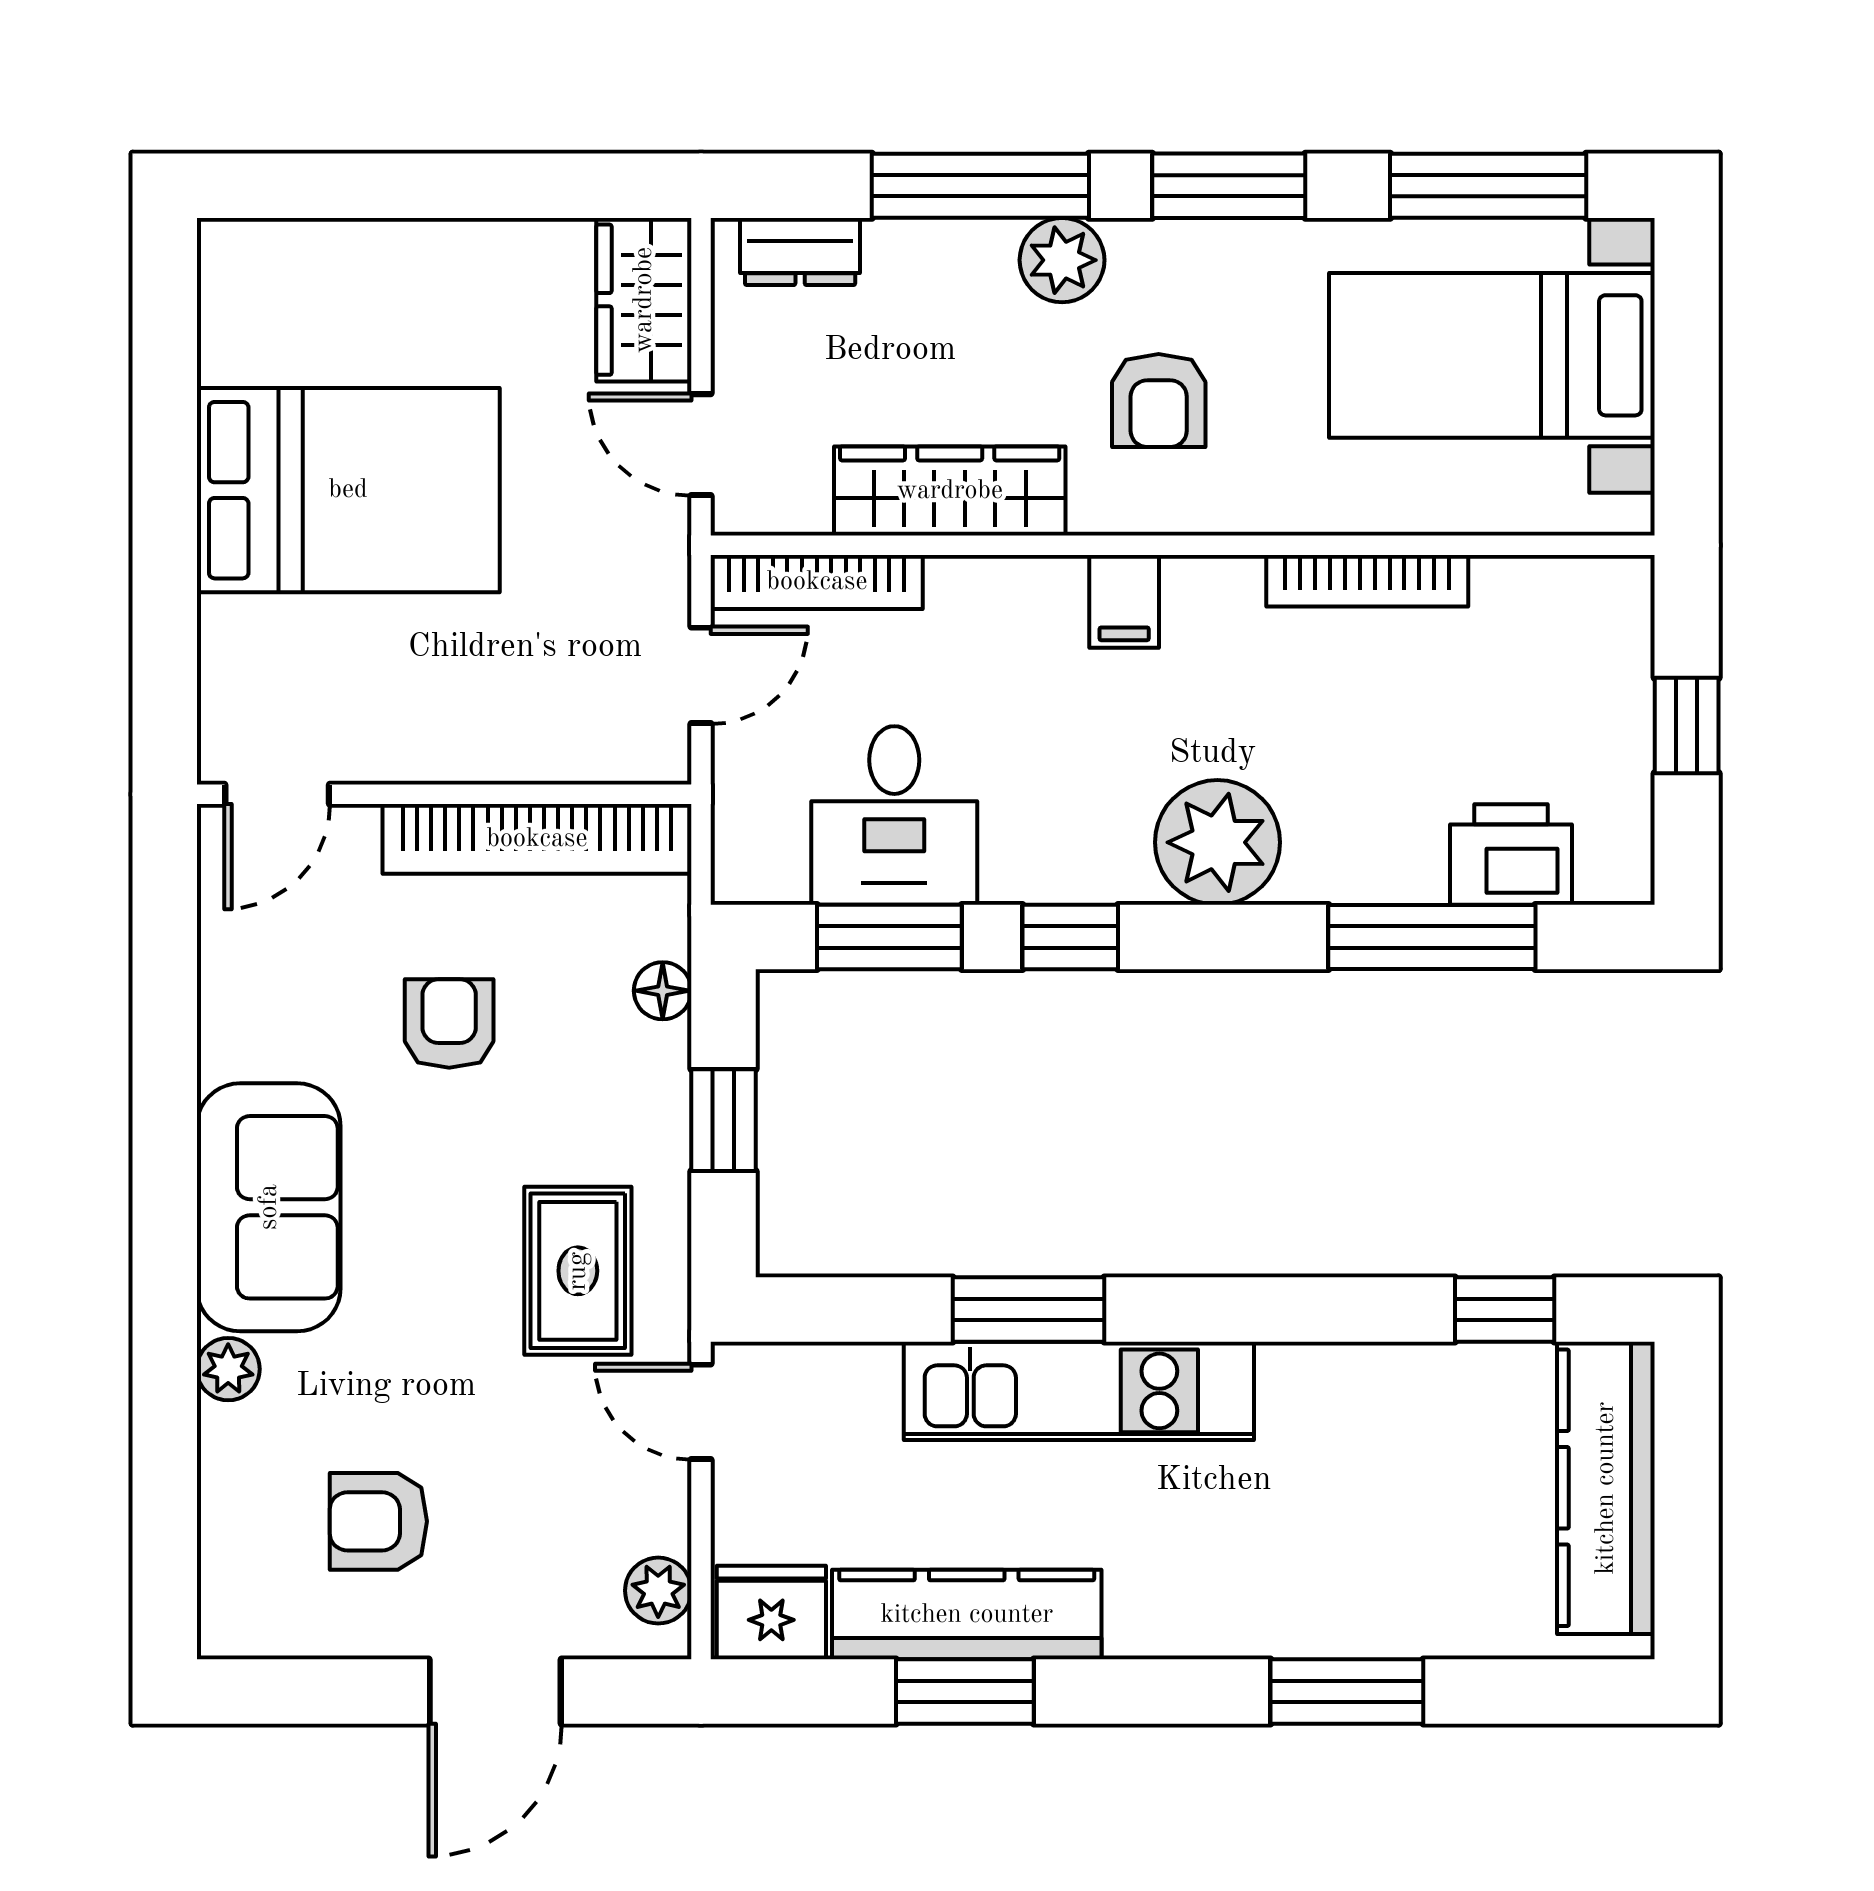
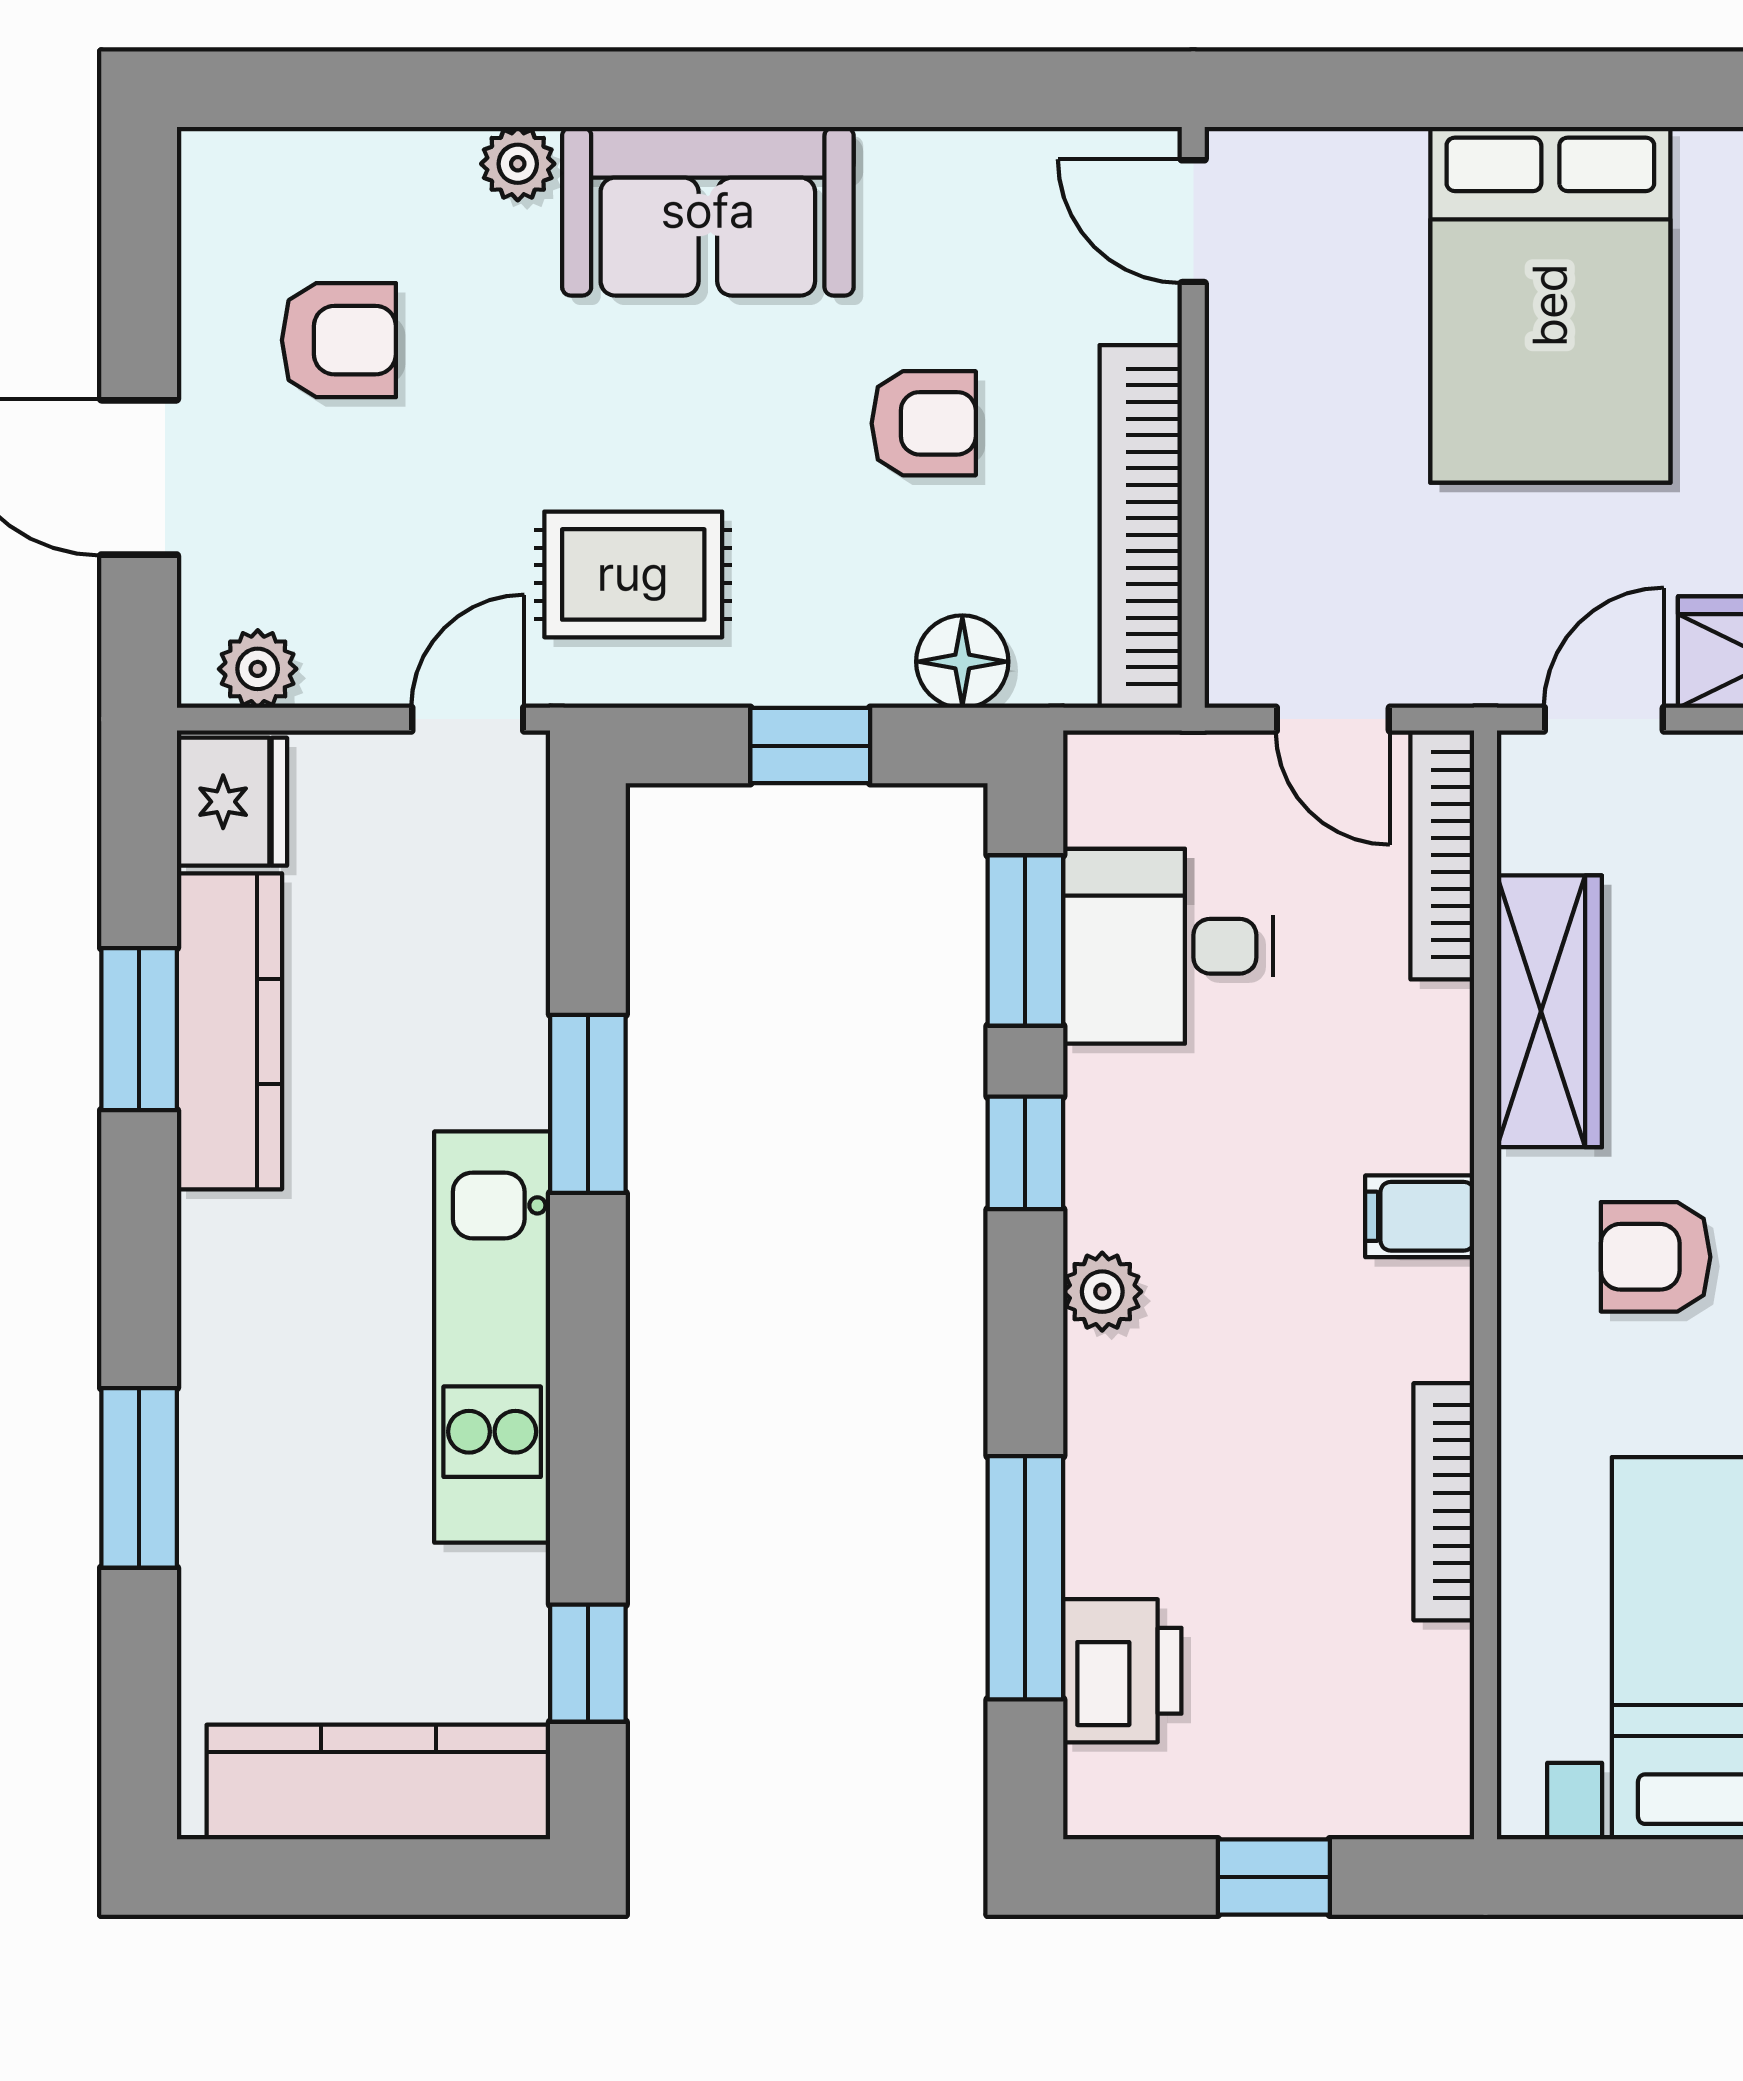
plant: (1217, 842) -> (1102, 1292), width x0.53, depth x0.53
floor lamp: (663, 991) -> (962, 662), width x1.37, depth x1.37
kitchen unit: (1079, 1391) -> (492, 1337), moved
armchair: (378, 1521) -> (339, 340), turned 90

